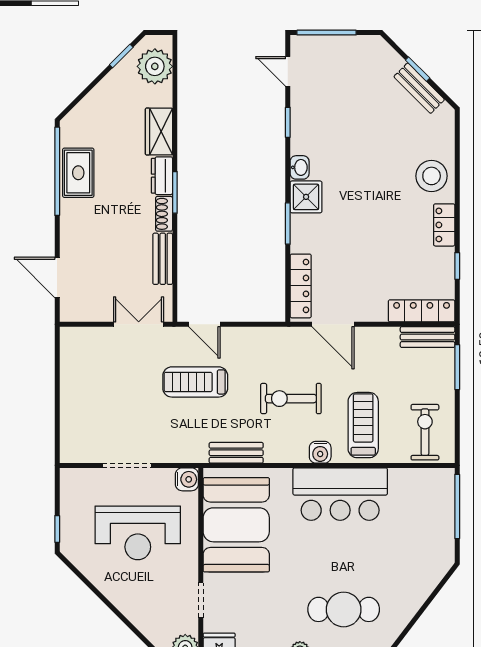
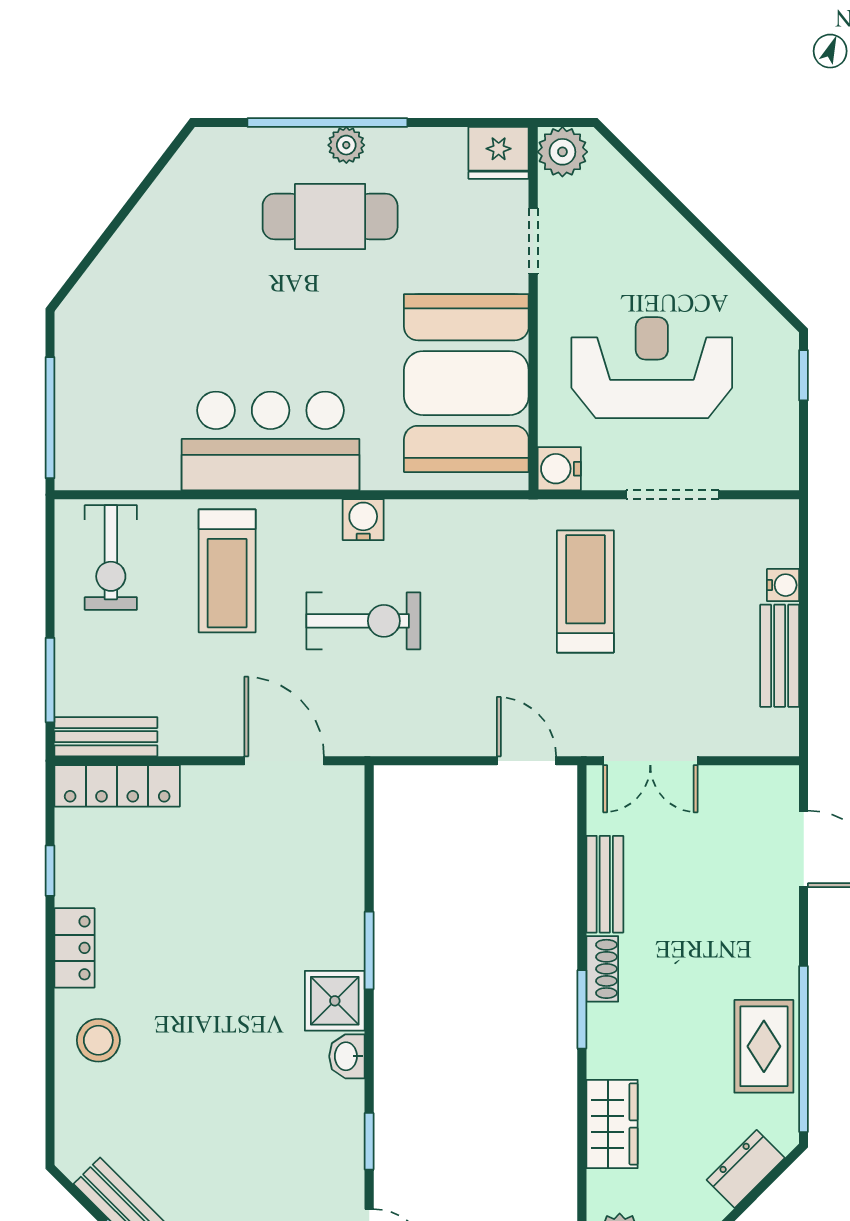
dresser: (162, 176) -> (746, 1169), moved, turned -135
stool: (432, 176) -> (98, 1040), width x0.73, depth x0.73
locker: (301, 286) -> (345, 833), removed
treadmill: (195, 382) -> (585, 591), moved, turned -90
water cooler: (68, 418) -> (783, 585), added
water cooler: (320, 452) -> (363, 520), moved
bench: (236, 453) -> (780, 656), moved, turned 90
cafe table: (344, 609) -> (330, 217), moved

